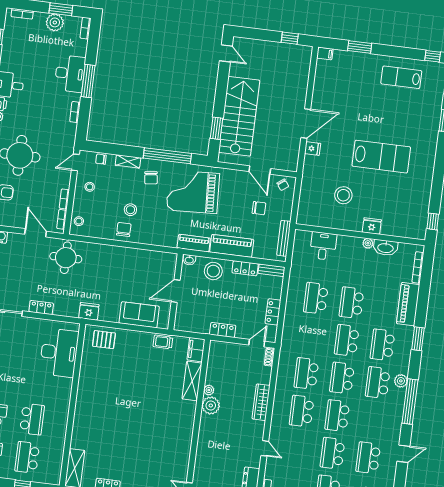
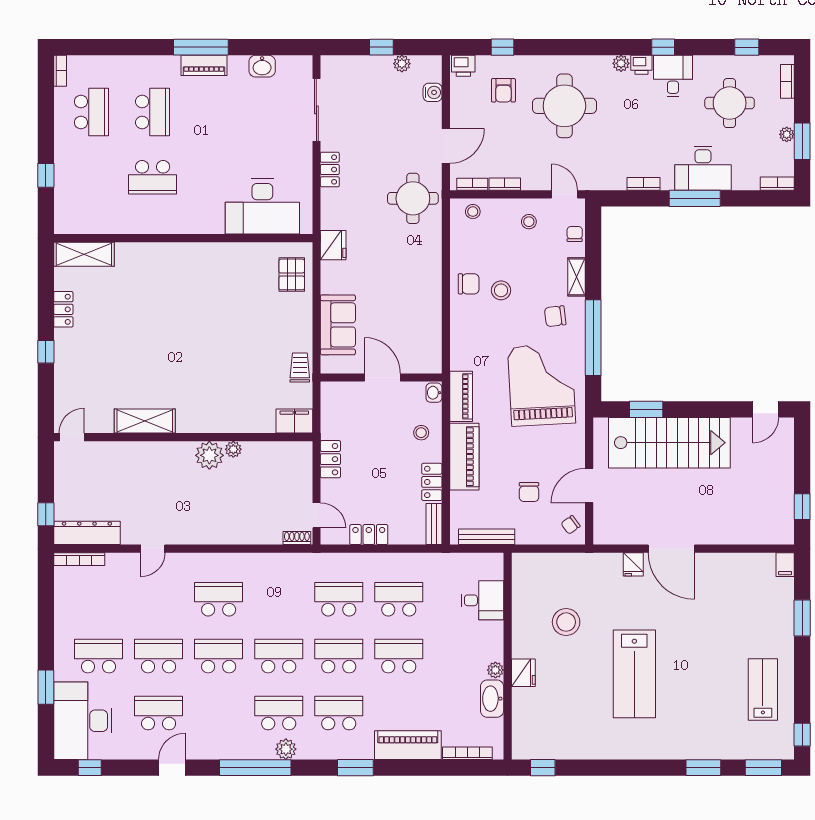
plant: (55, 22) -> (787, 134), width x0.53, depth x0.53
round table: (31, 52) -> (730, 103), added
stool: (213, 271) -> (421, 433), width x0.53, depth x0.53
school desk: (306, 373) -> (339, 599), moved
shelving: (192, 381) -> (145, 421), moved
wardrobe: (261, 402) -> (225, 534), removed
door: (403, 454) -> (172, 768), swing flipped
school desk: (27, 457) -> (91, 177), removed

